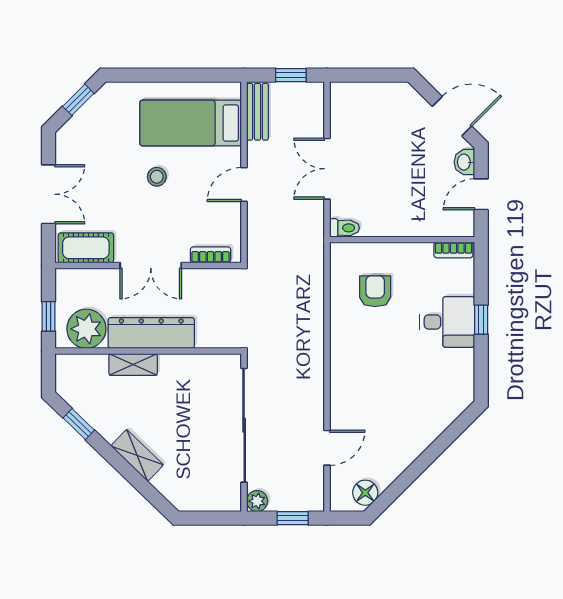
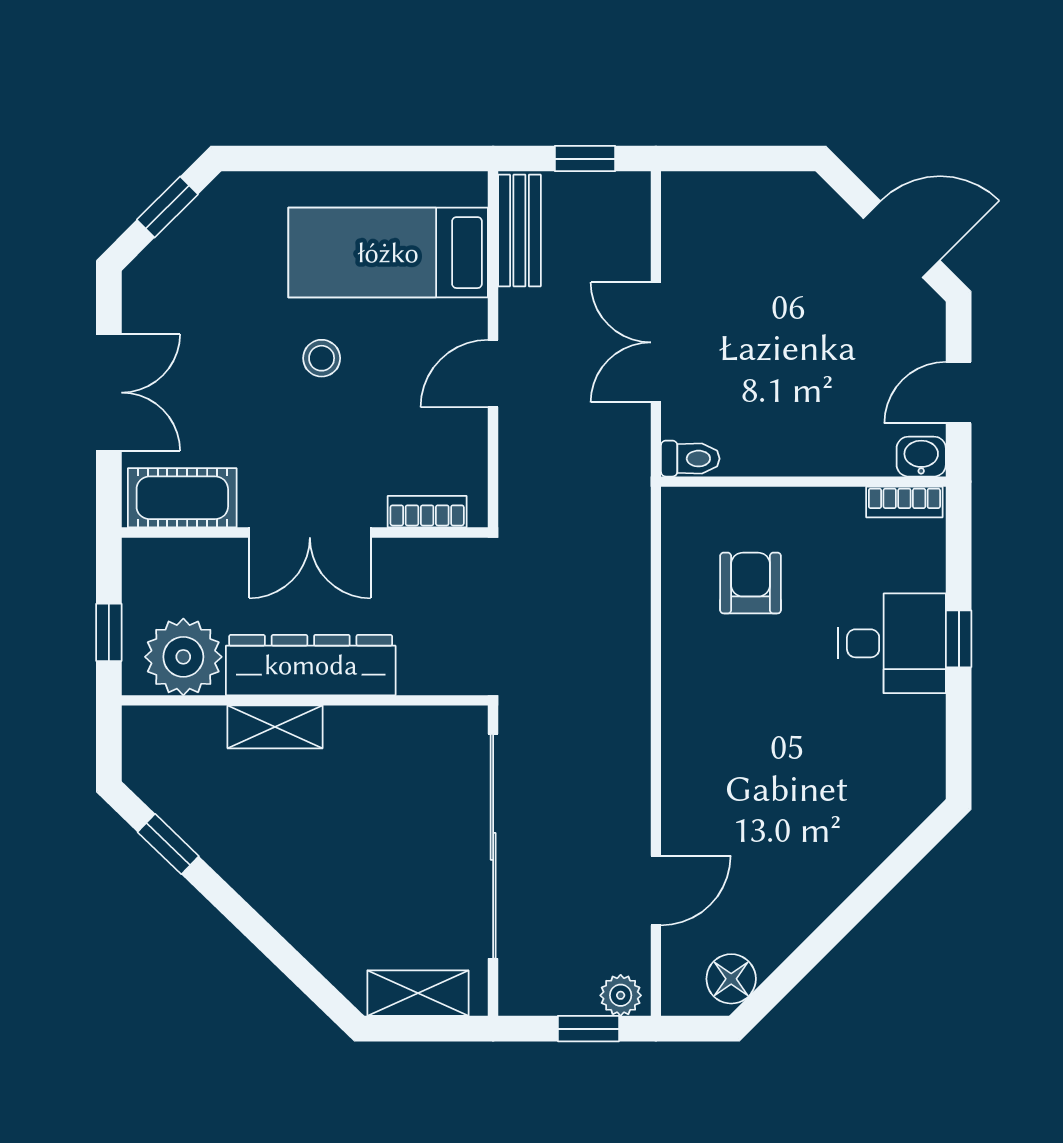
washbasin: (464, 162) -> (921, 457), moved, turned 90
shelving: (137, 455) -> (418, 993), moved, turned -44
plant: (257, 501) -> (621, 995), moved

